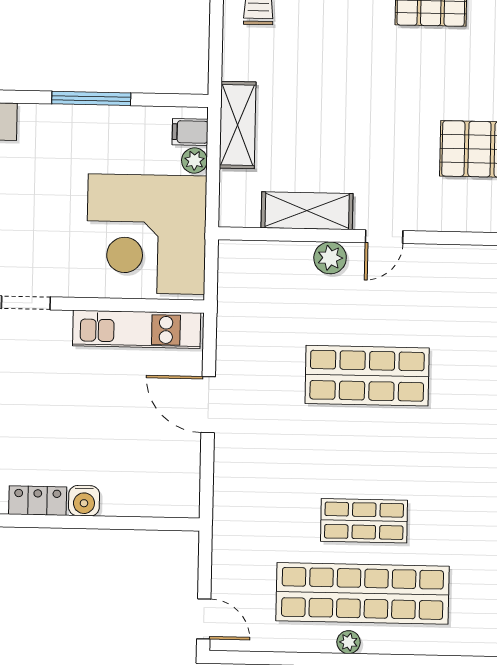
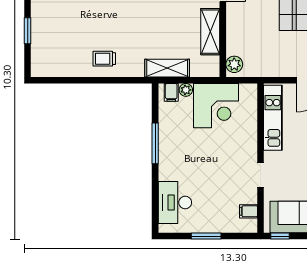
corner desk: (146, 234) -> (216, 106), width x0.74, depth x0.74
plant: (330, 258) -> (234, 64), moved

